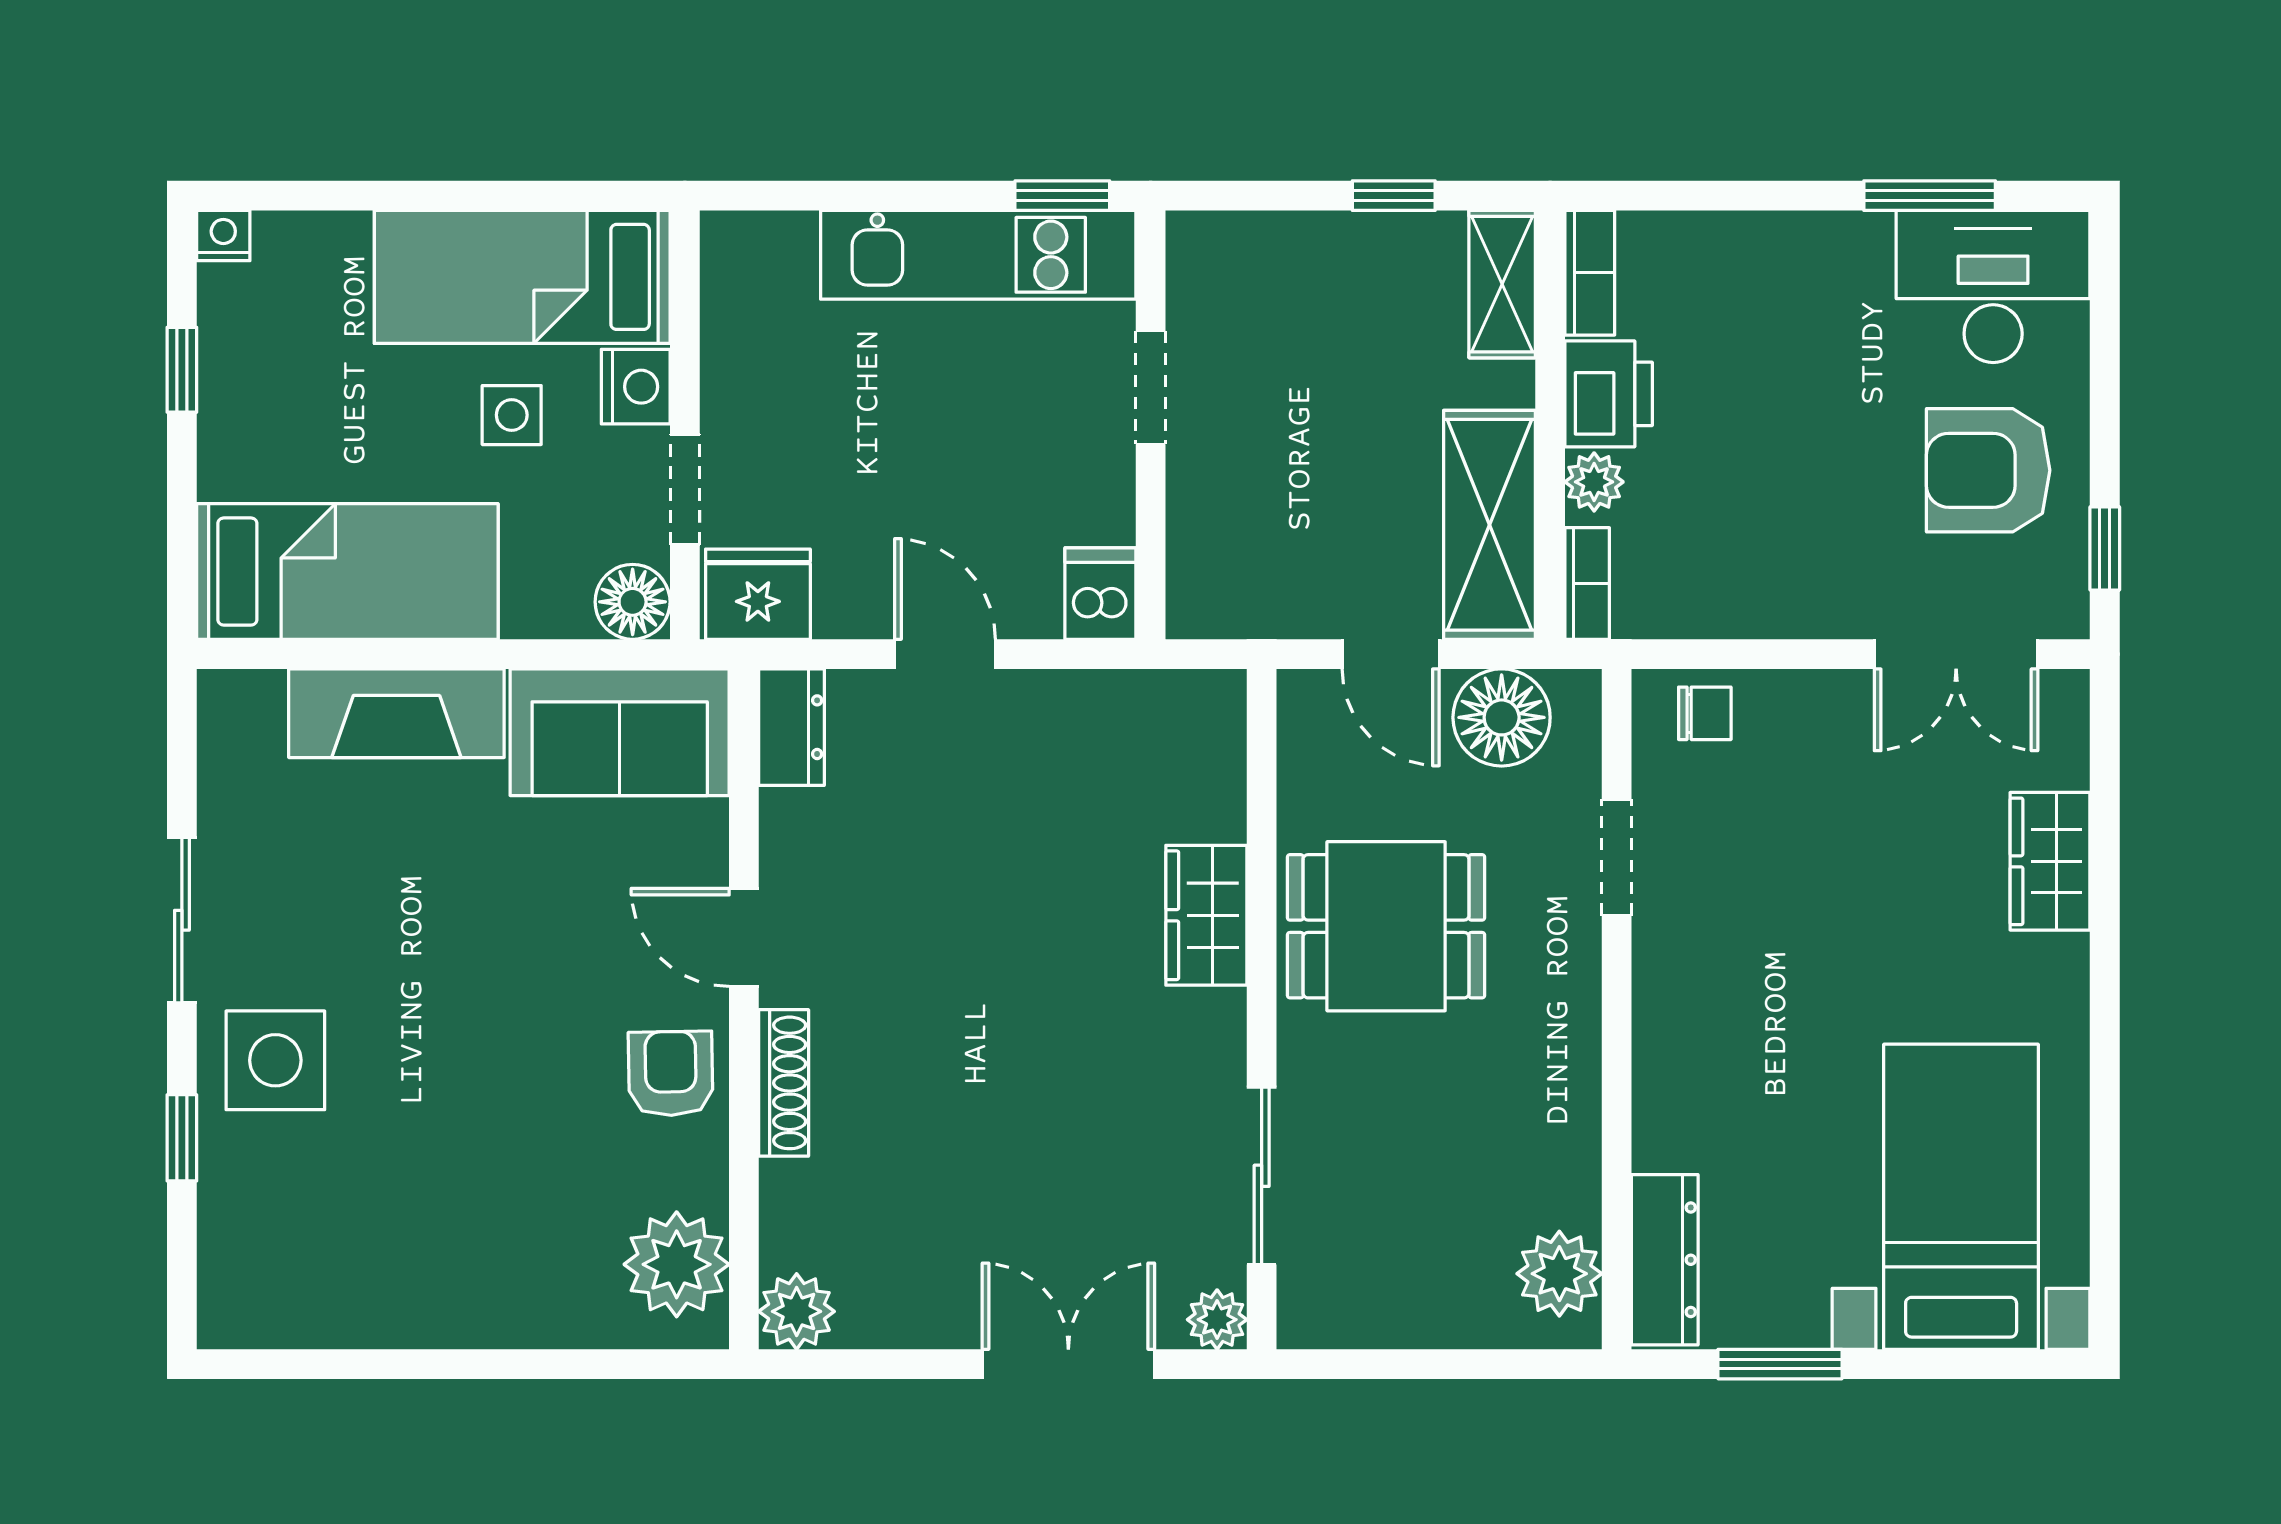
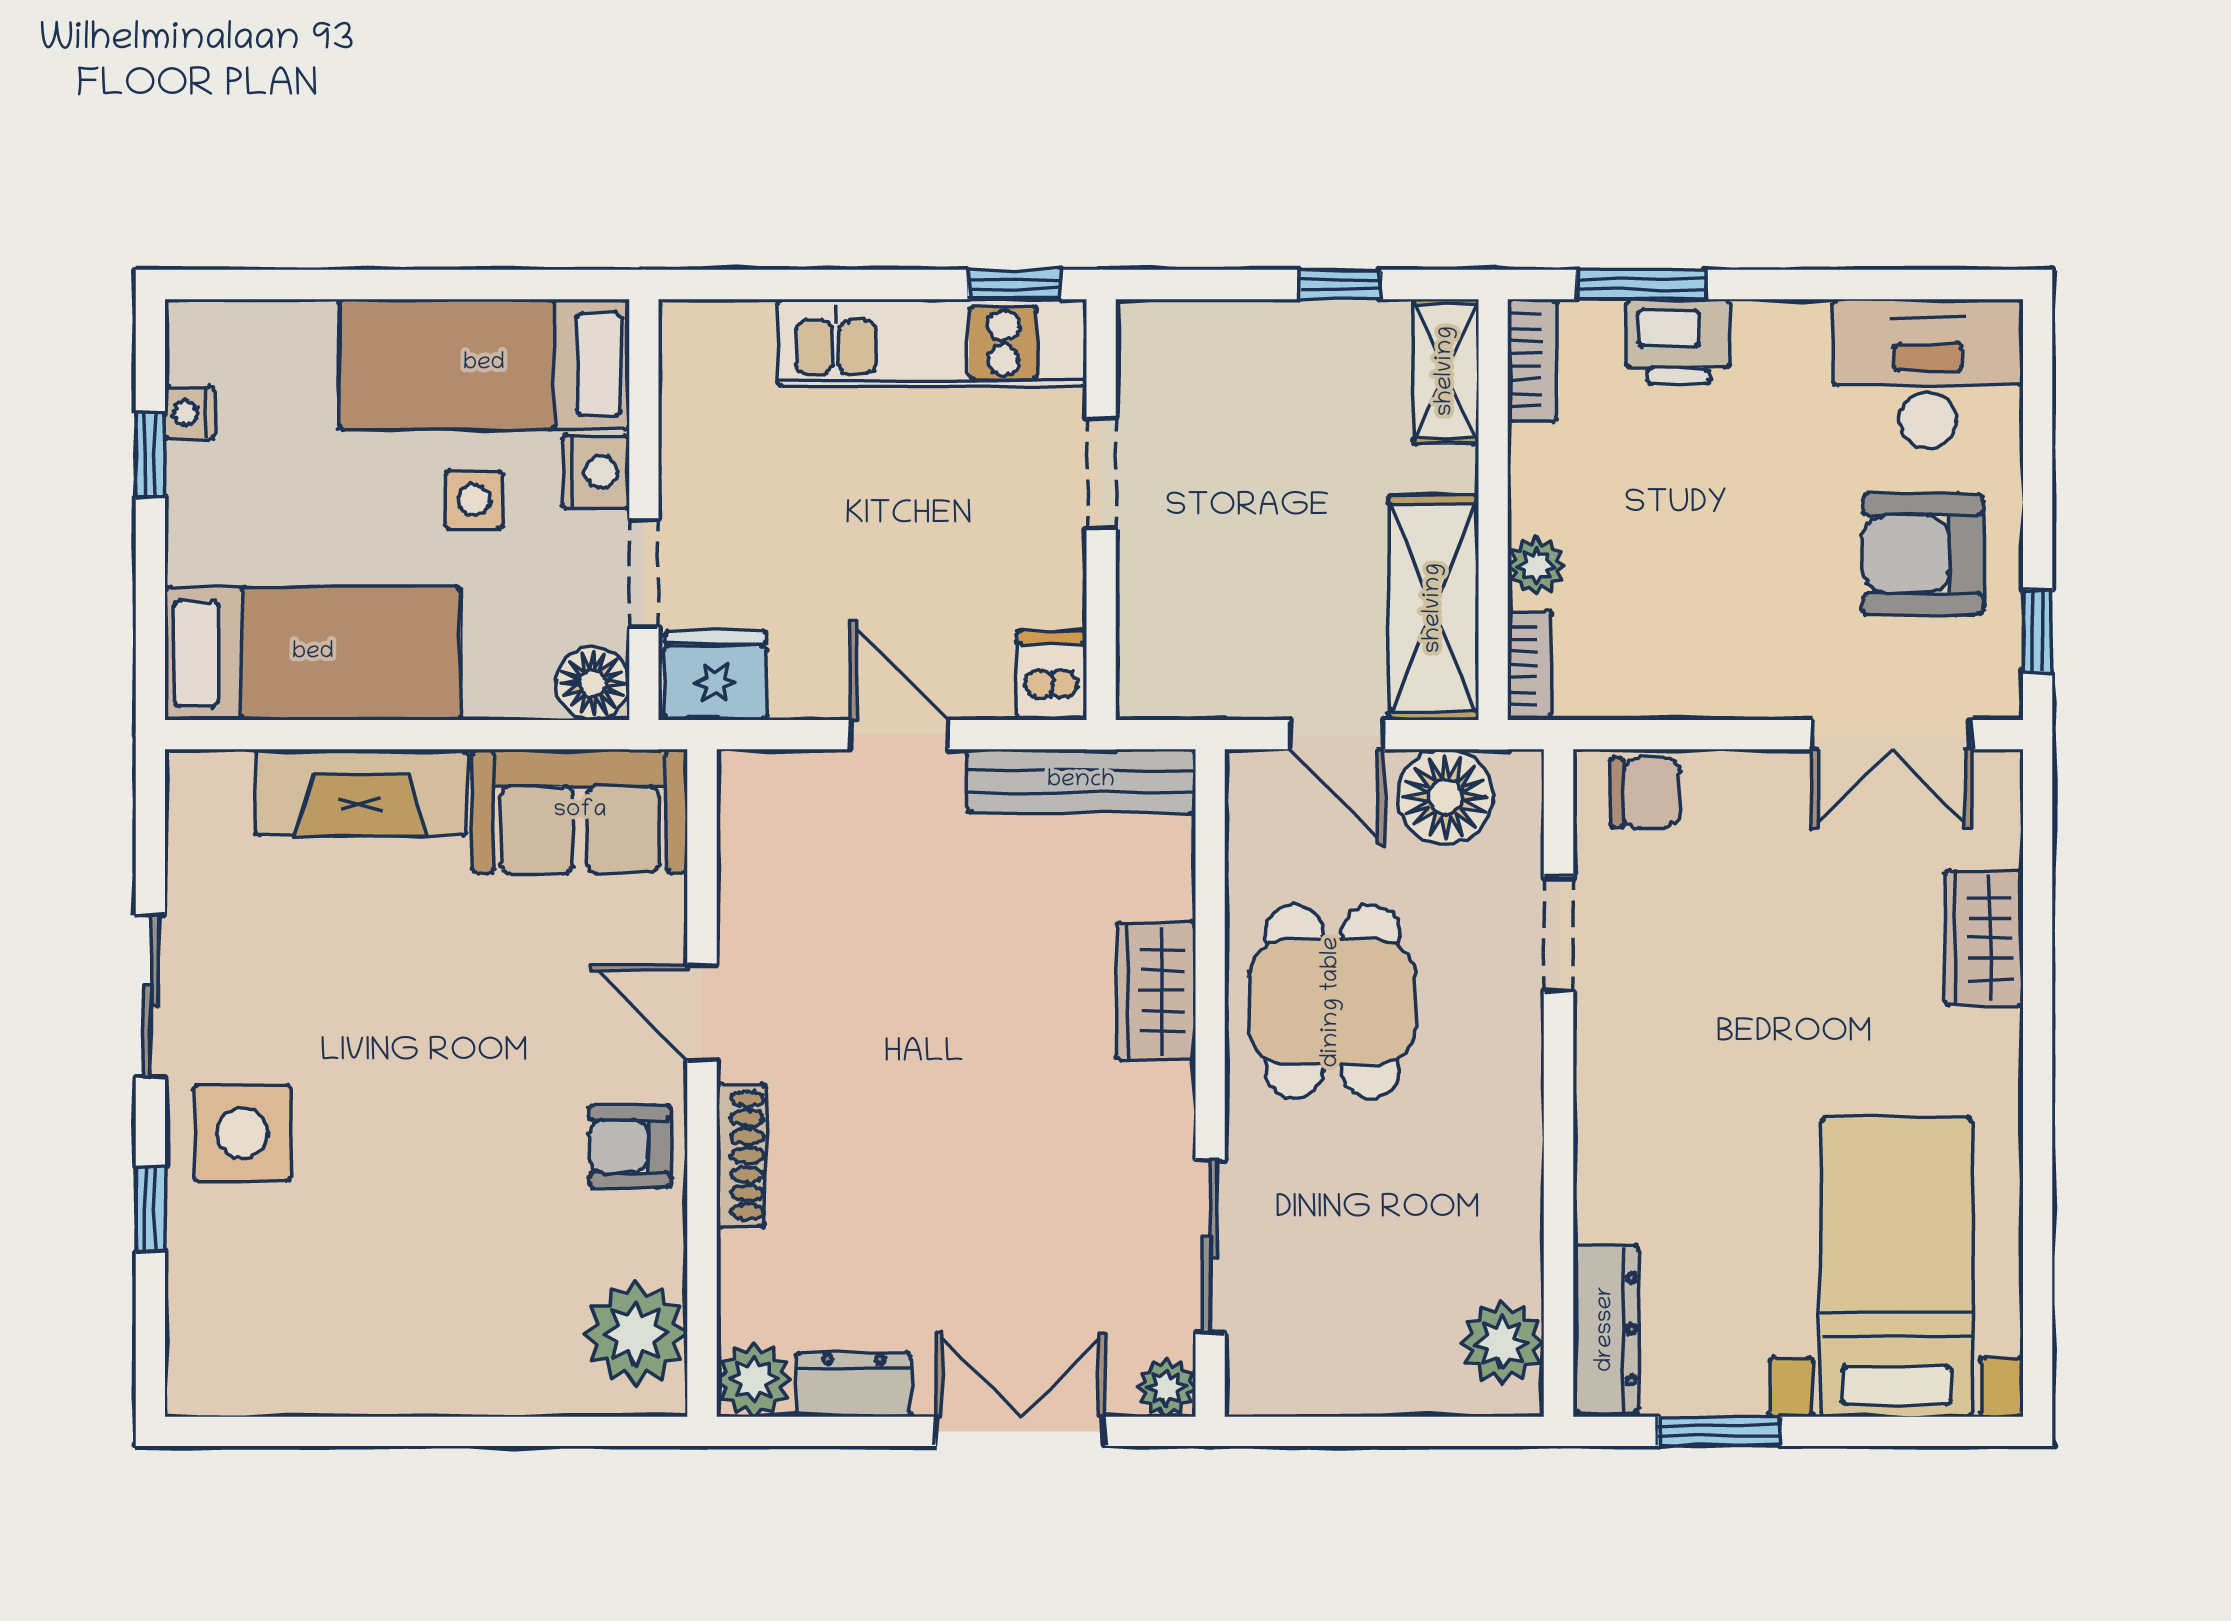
window: (1930, 196) -> (1641, 285), moved
nightstand: (223, 236) -> (190, 413), moved, turned -90
printer: (1609, 394) -> (1678, 342), moved, turned 90
bench: (1131, 701) -> (1081, 781), added
chair: (1705, 713) -> (1645, 793), width x1.37, depth x1.37
dresser: (792, 727) -> (854, 1385), moved, turned -90
dining table: (1386, 926) -> (1332, 1002), turned 90
armchair: (671, 1073) -> (630, 1146), turned -89

